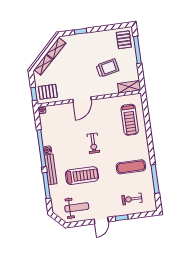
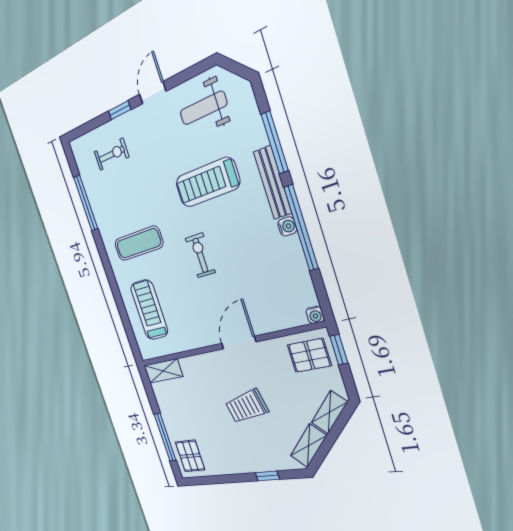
trolley: (108, 68) -> (247, 406), moved
exercise mat: (131, 167) -> (139, 243), moved

